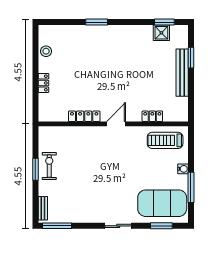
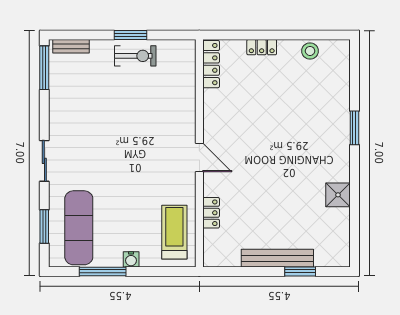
window: (164, 22) -> (354, 231), removed
shower: (161, 33) -> (338, 195), moved
locker: (84, 116) -> (211, 64), moved
exercise mat: (162, 203) -> (79, 228), width x0.68

